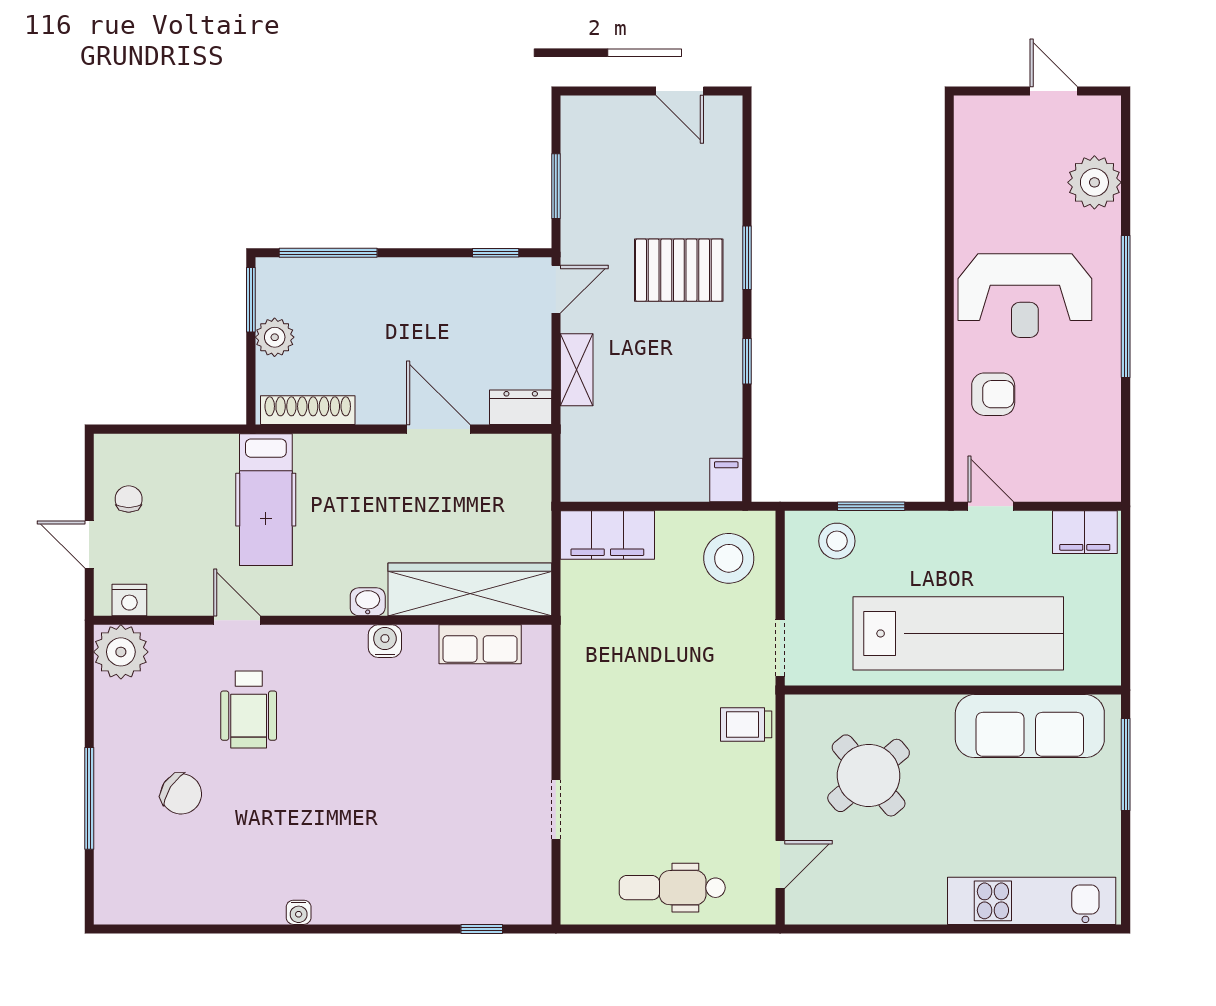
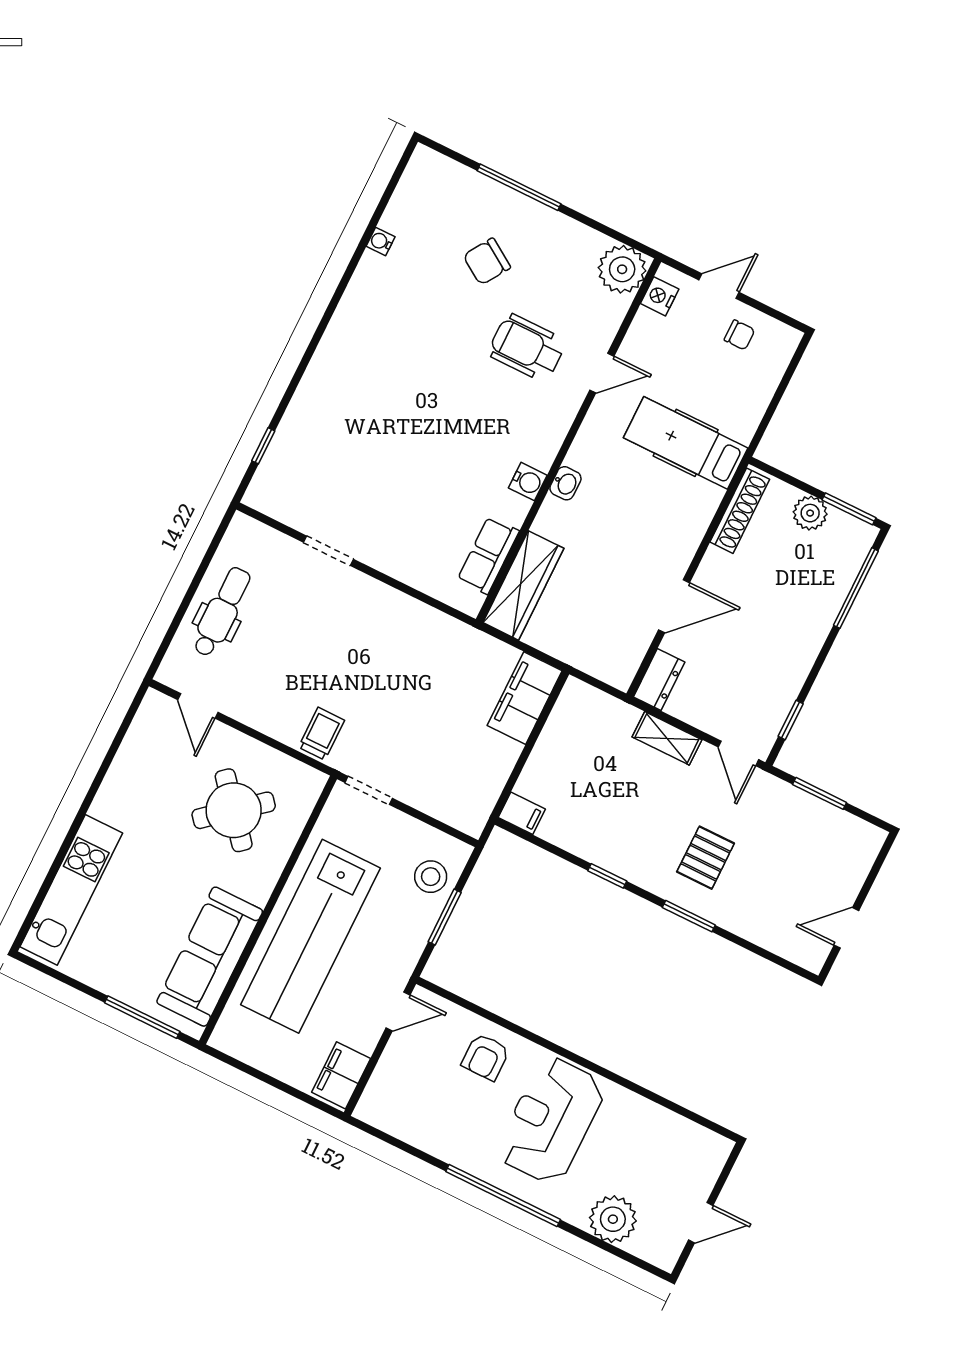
pallet: (679, 270) -> (706, 858), width x0.67, depth x0.71
stool: (729, 558) -> (459, 785), removed
wardrobe: (470, 589) -> (523, 585), width x0.71, depth x0.85
water cooler: (299, 912) -> (381, 241), moved

